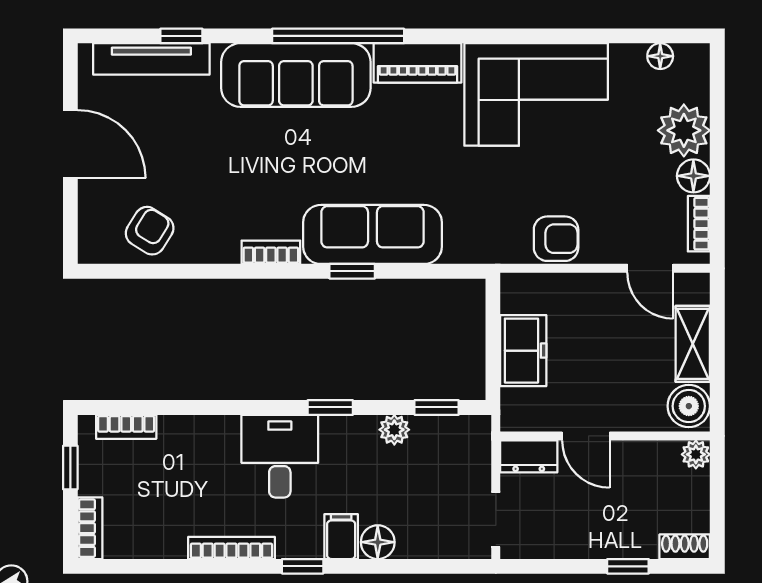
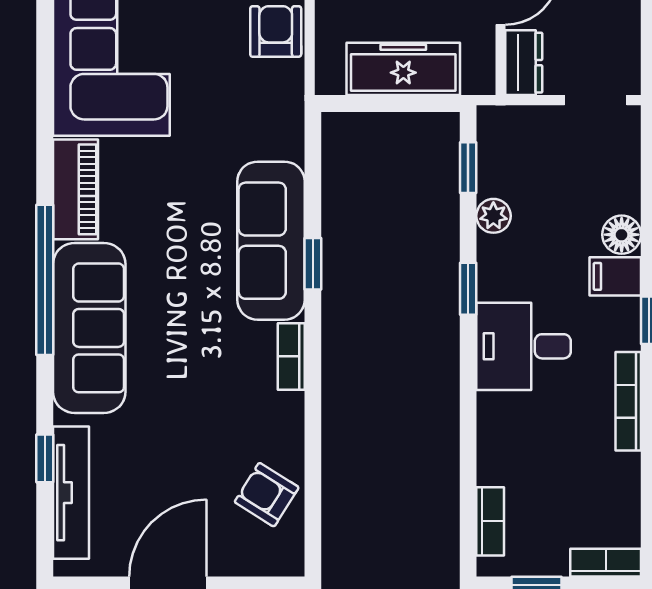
freezer: (523, 351) -> (403, 69), width x1.40

